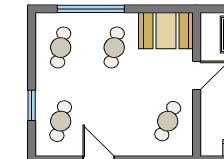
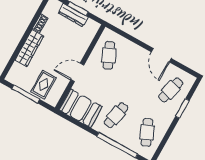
cafe table: (61, 48) -> (147, 132), turned -36
cafe table: (168, 121) -> (109, 55), turned -48

